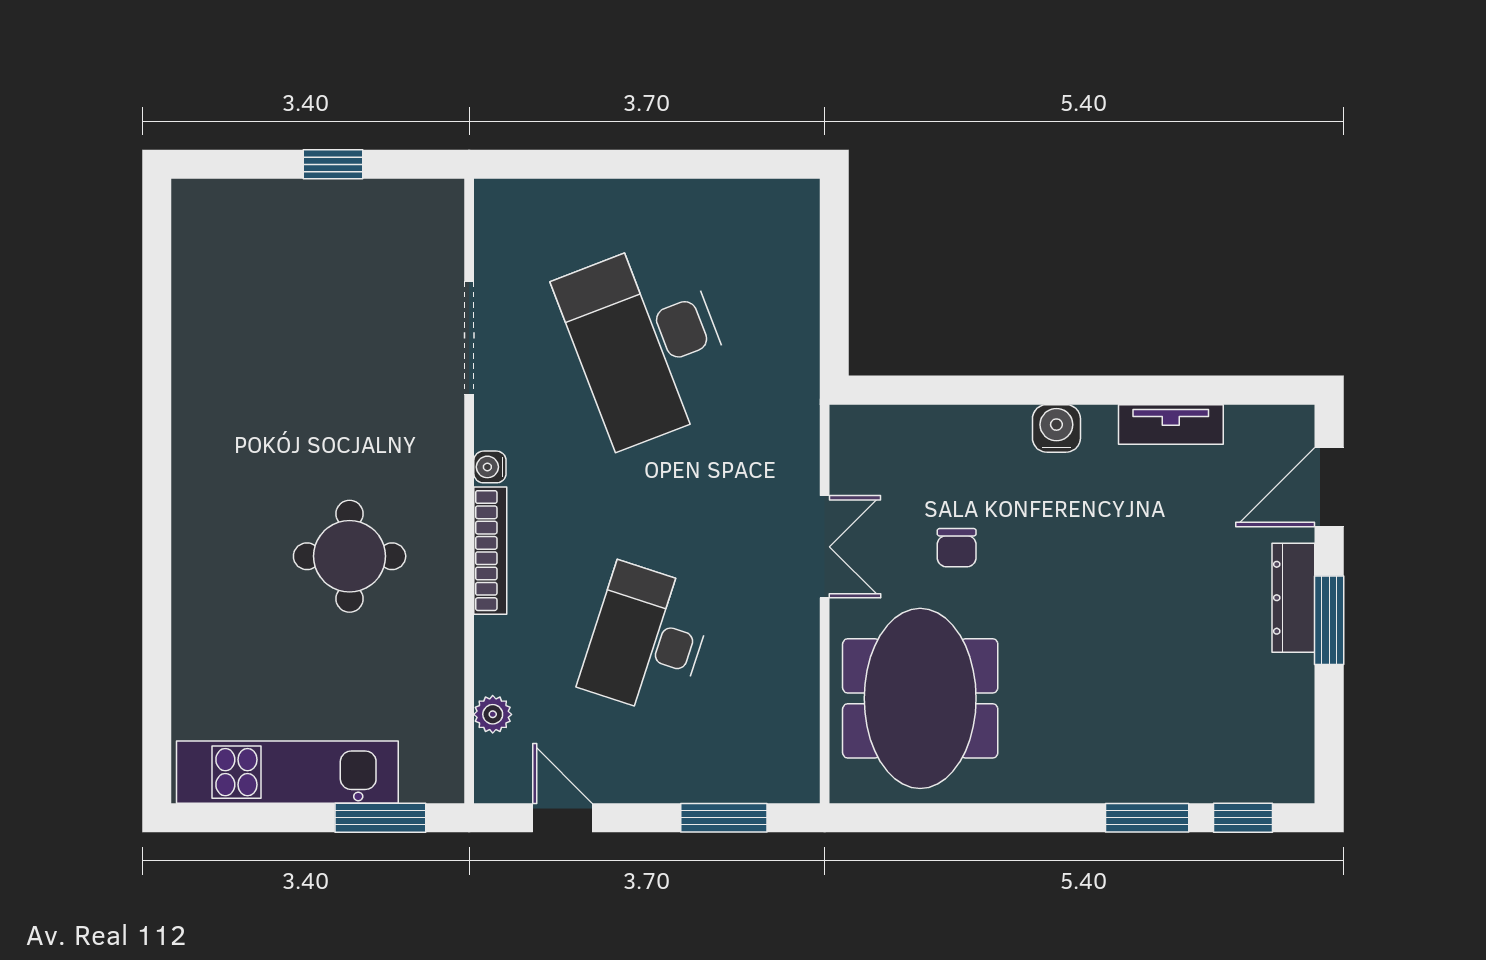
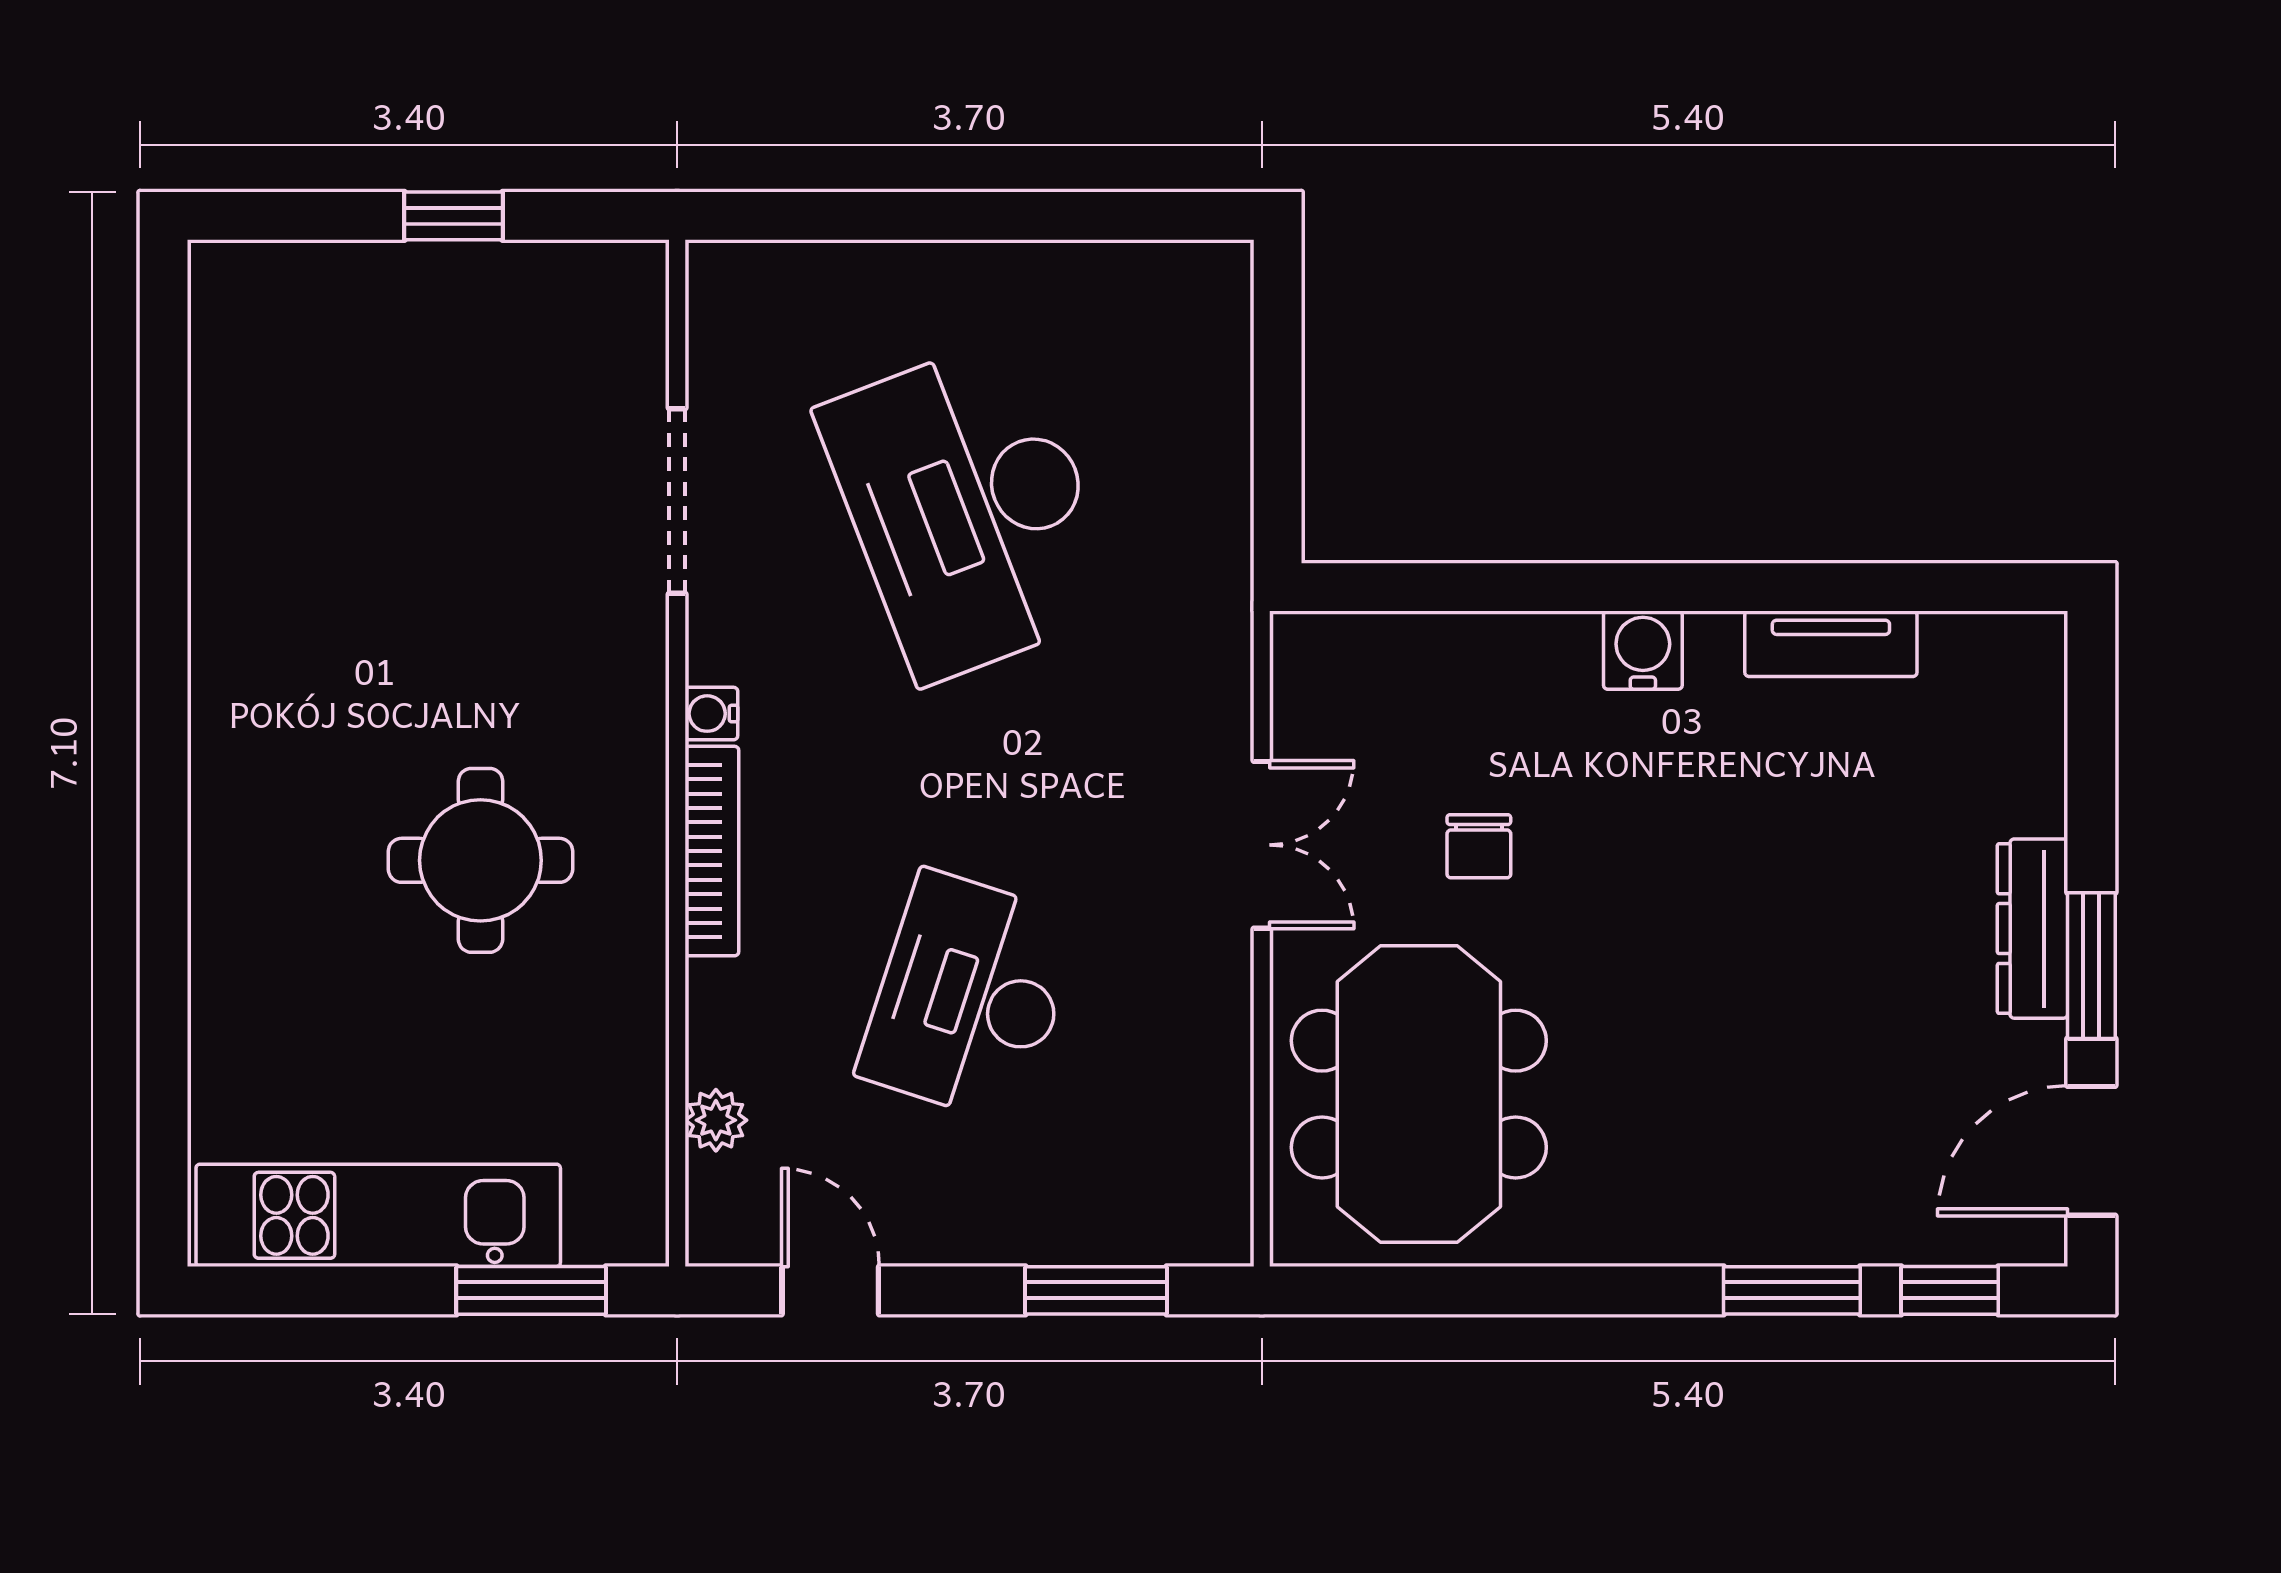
door: (1329, 487) -> (2091, 1151), moved

